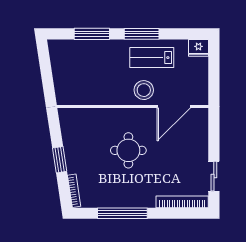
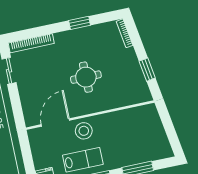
window: (60, 160) -> (147, 70), moved
window: (122, 213) -> (80, 23), width x0.47

